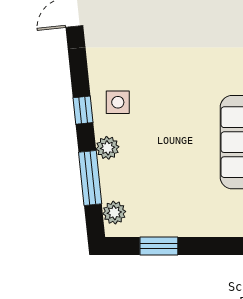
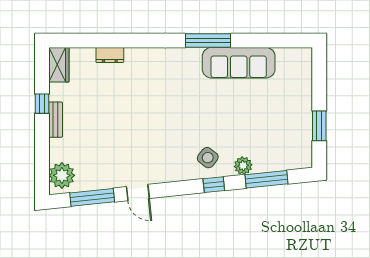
side table: (118, 102) -> (208, 158), turned 38
plant: (114, 213) -> (293, 160), removed

